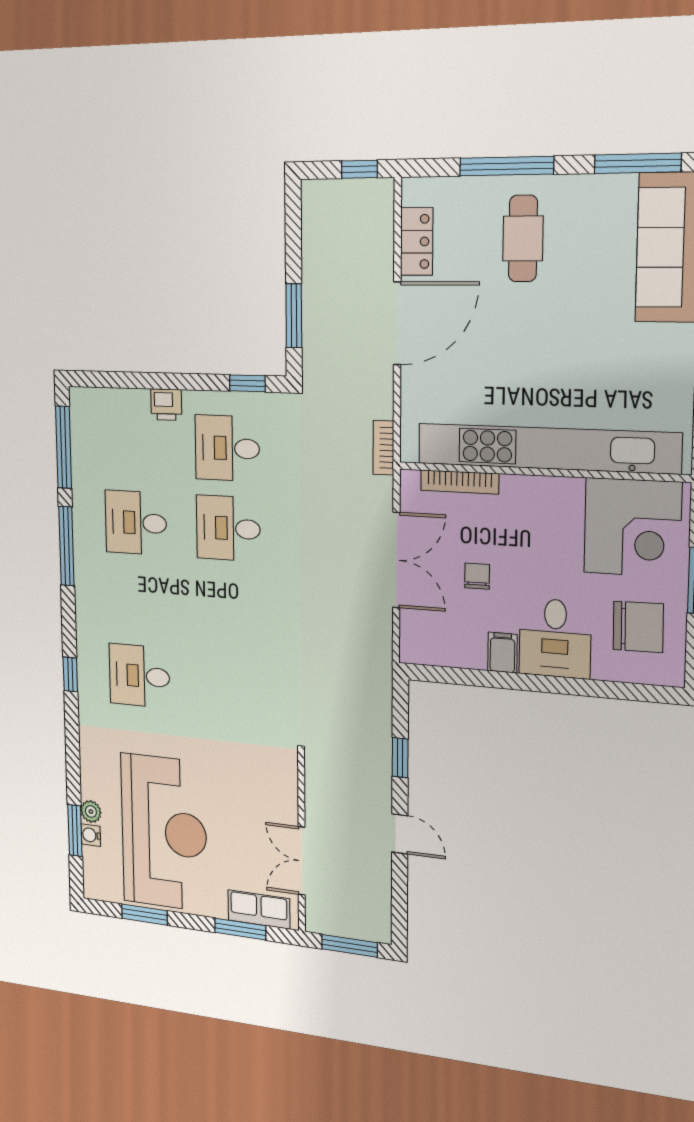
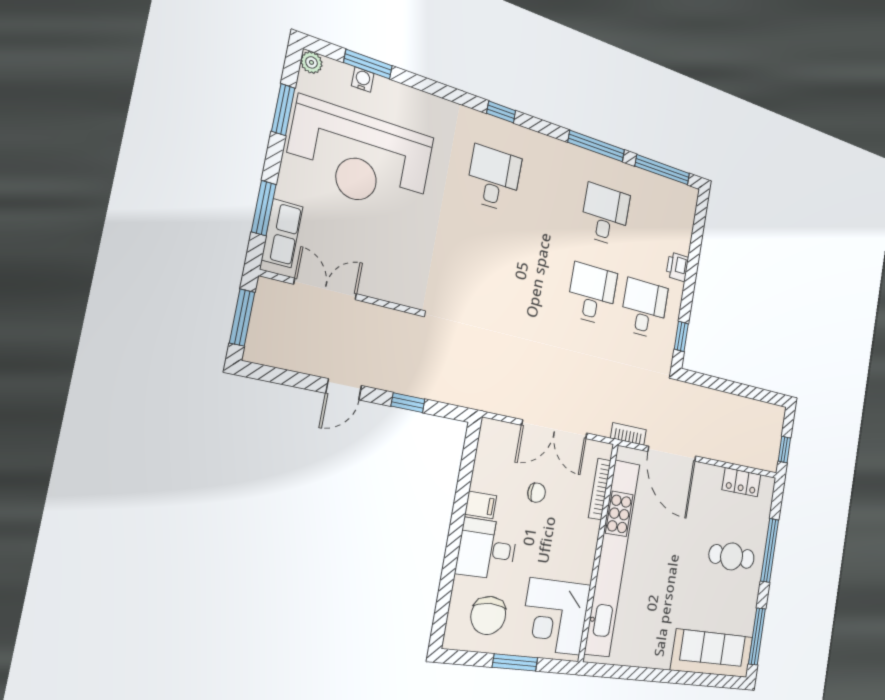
window: (294, 316) -> (715, 383), removed
door: (397, 323) -> (672, 454), moved
plant: (91, 812) -> (311, 62), moved

